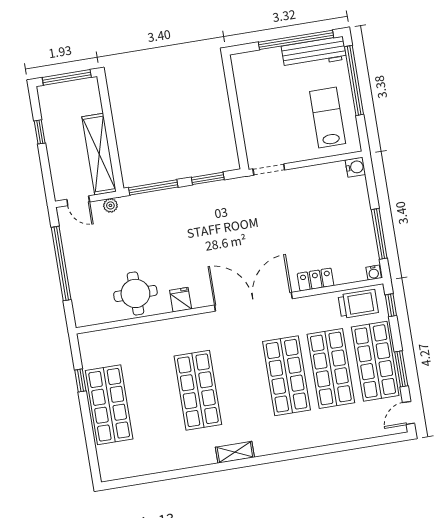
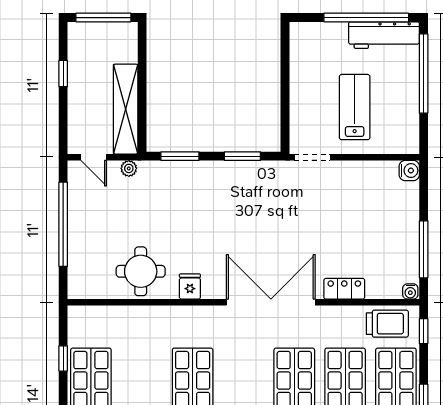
lab bench: (328, 118) -> (355, 107), moved
window: (153, 187) -> (180, 156), width x0.69

